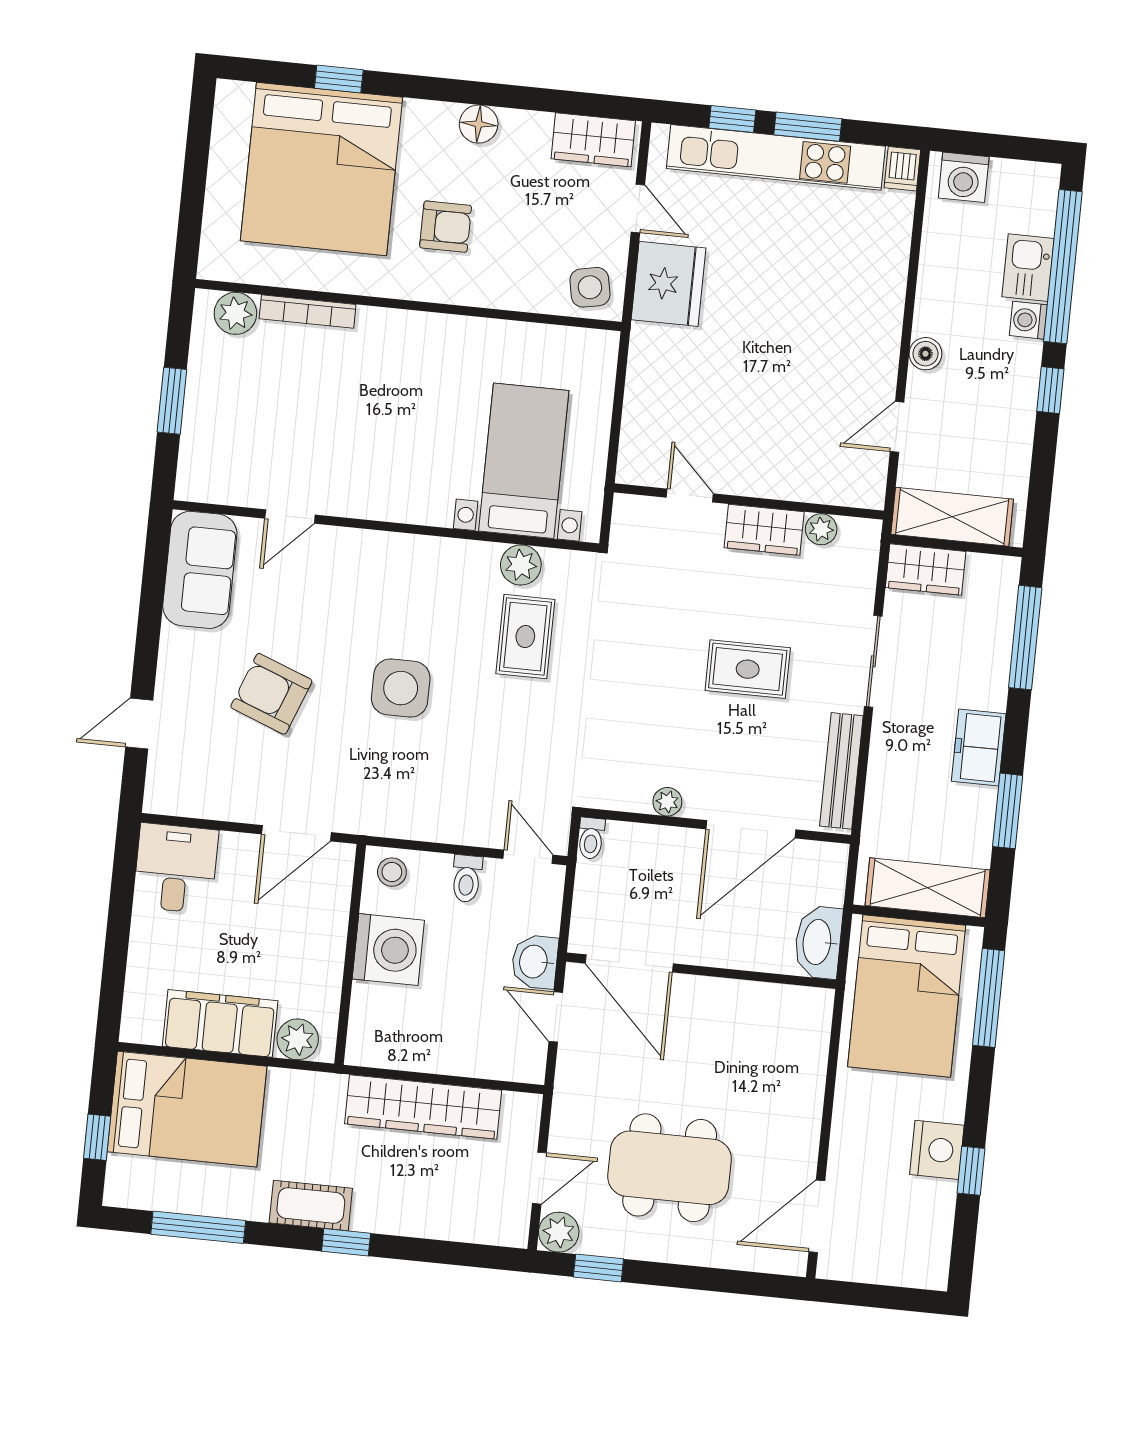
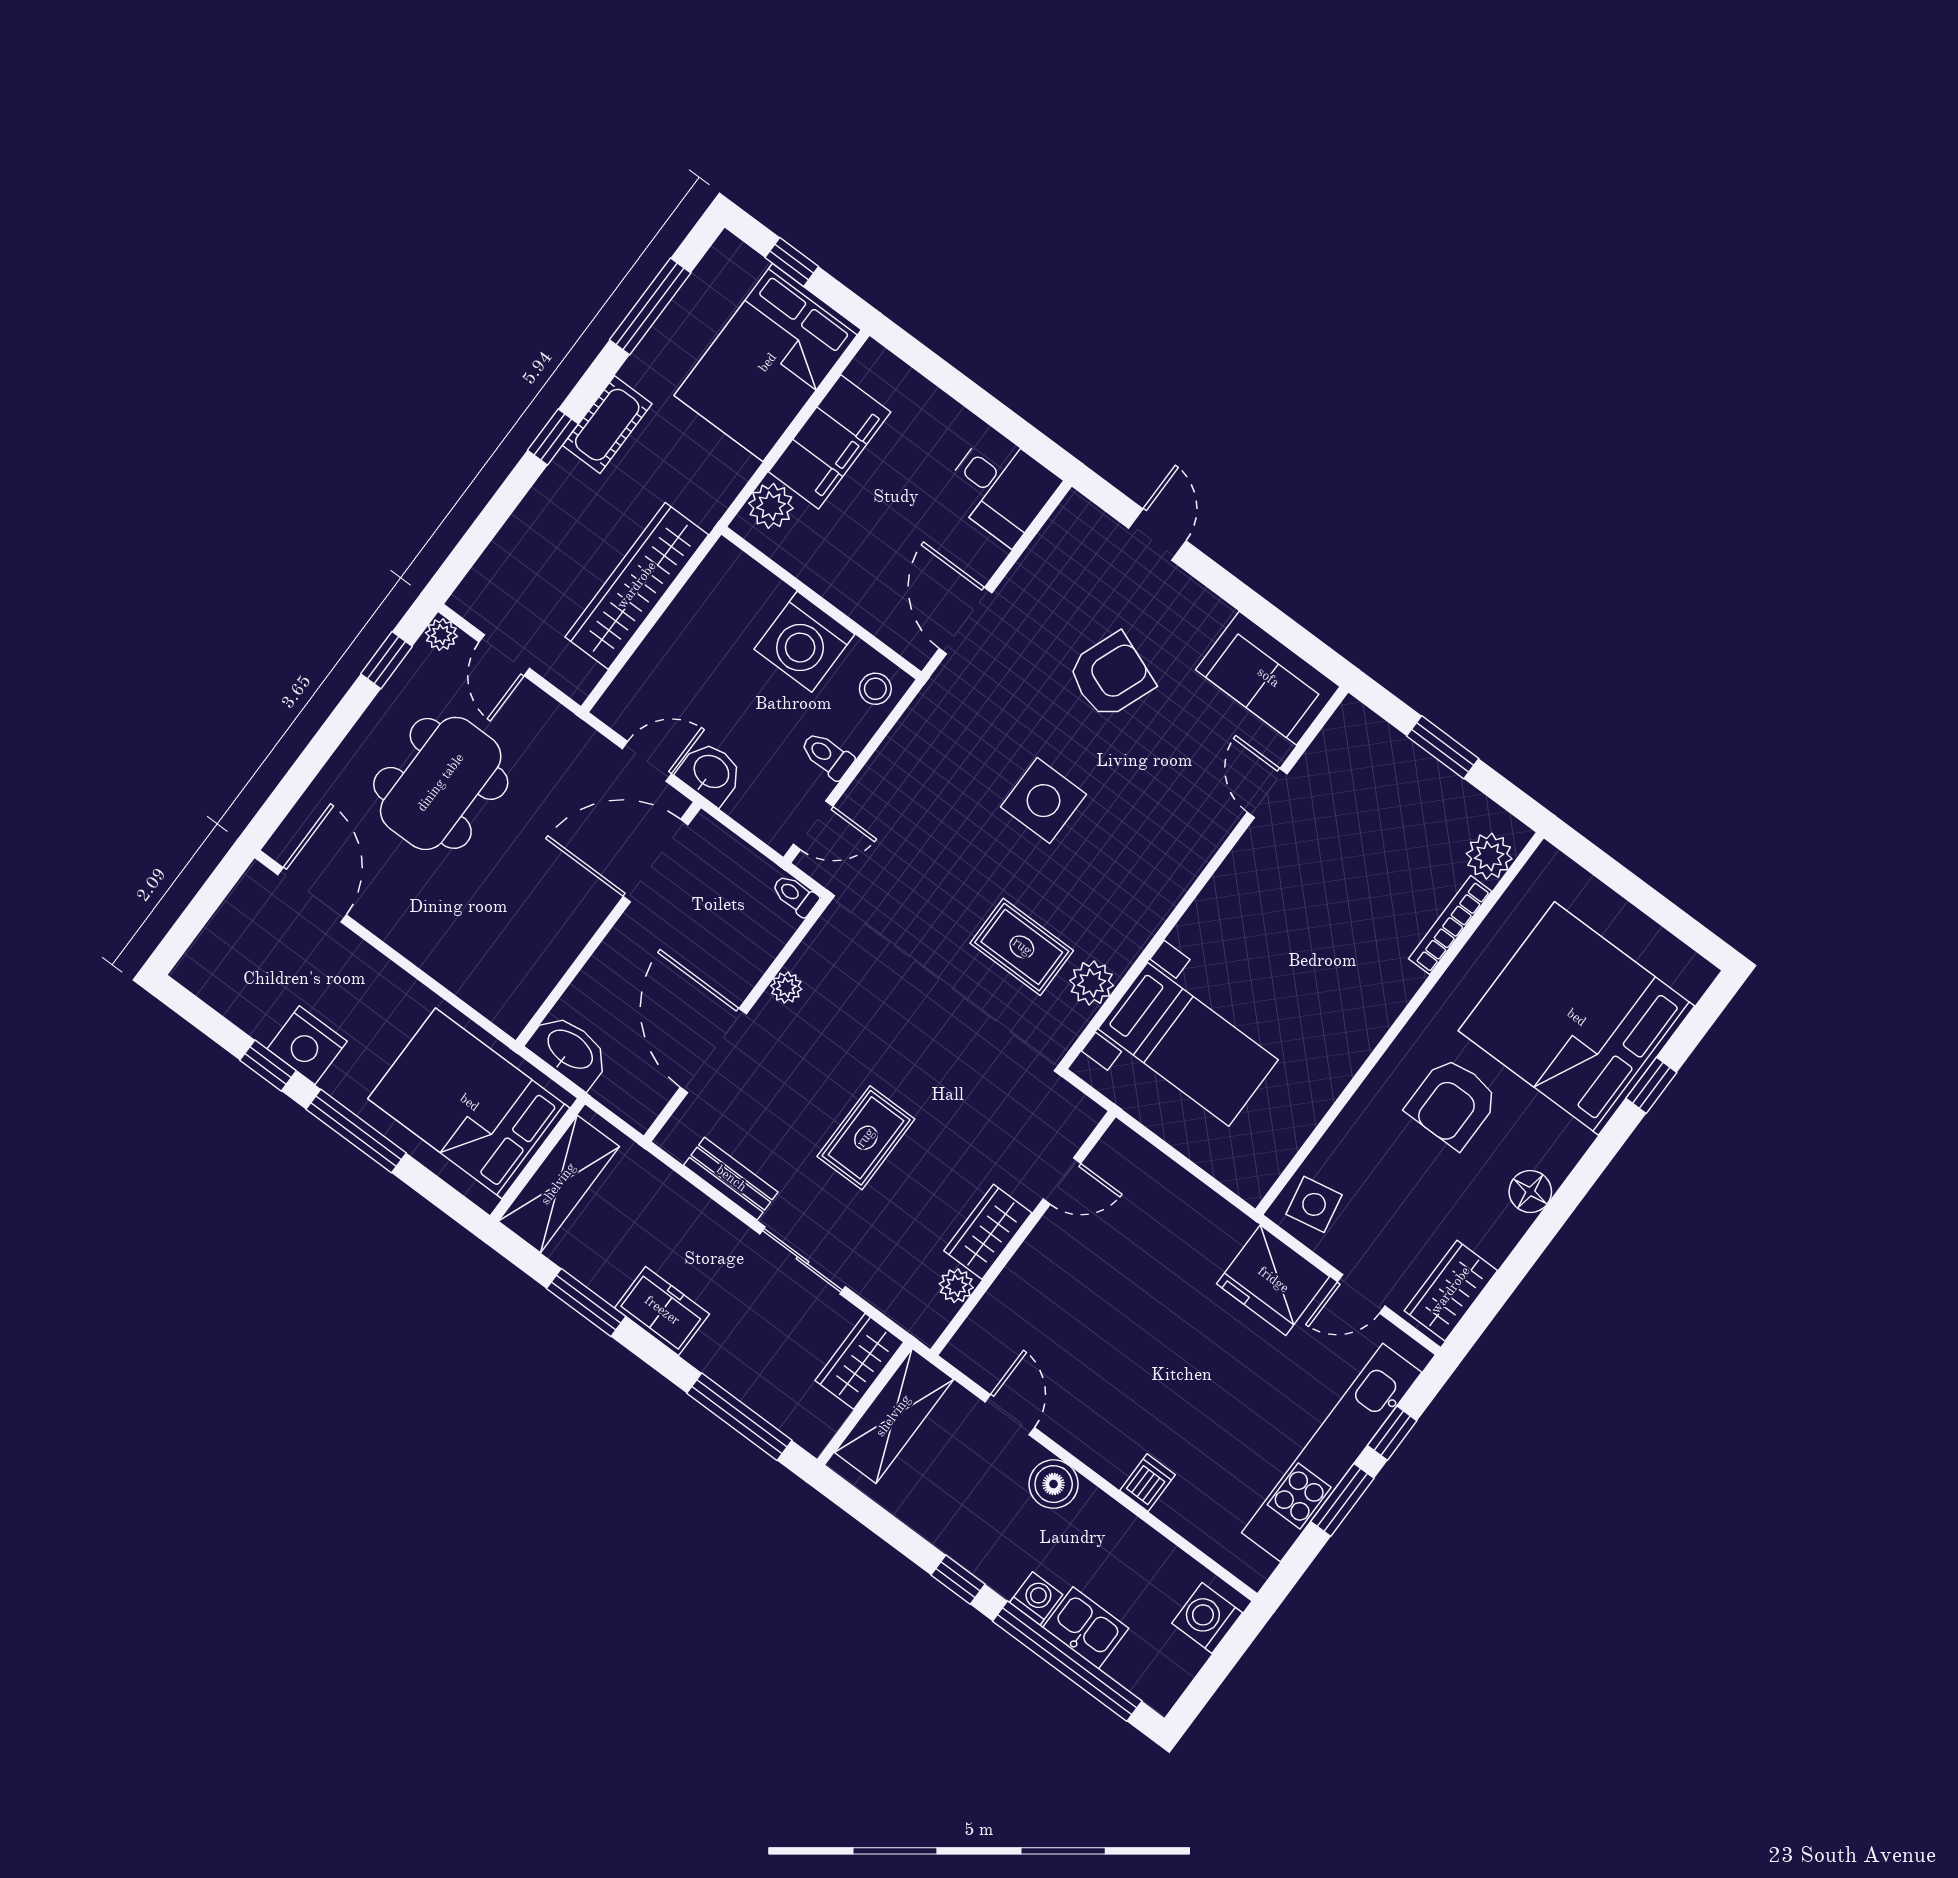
dishwasher: (902, 169) -> (1148, 1483), moved, turned 90
armchair: (446, 227) -> (1452, 1103), width x1.38, depth x1.38
boiler: (925, 354) -> (1054, 1484), width x1.36, depth x1.36
bench: (841, 771) -> (731, 1179), width x0.73
window: (989, 998) -> (356, 1131), moved
plant: (559, 1232) -> (441, 635), width x0.73, depth x0.73

